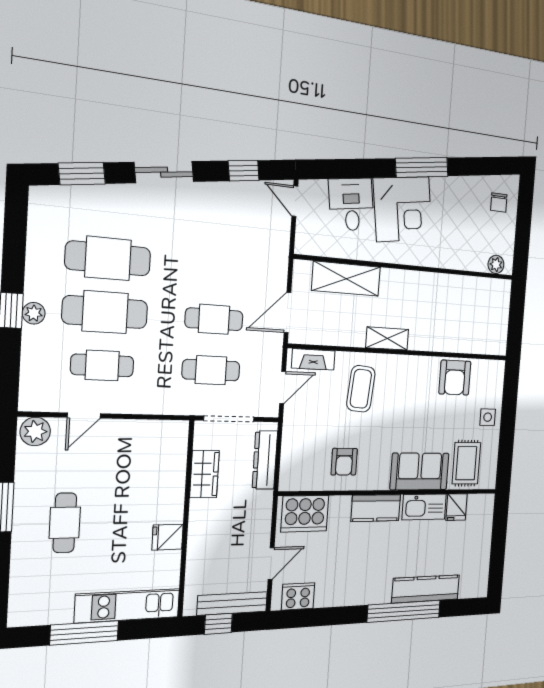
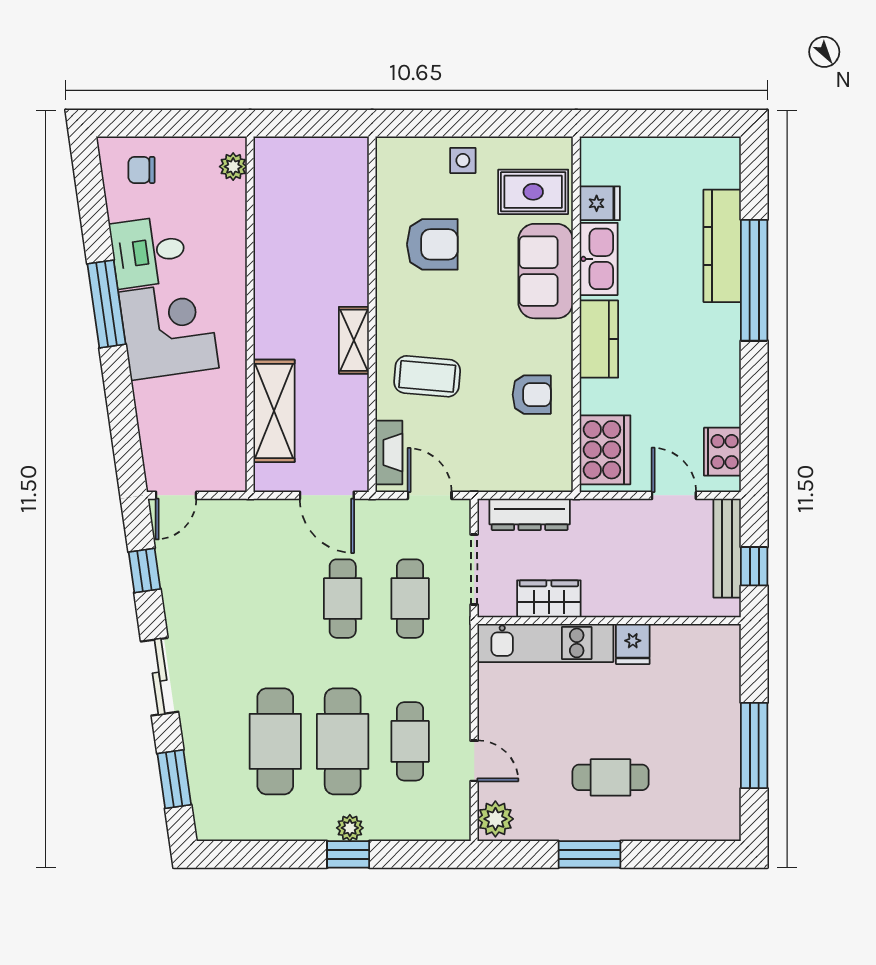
chair: (499, 203) -> (142, 170), turned 180
desk: (351, 204) -> (148, 252), moved
armchair: (455, 378) -> (432, 244), moved
kitchen unit: (128, 606) -> (546, 643), moved, turned -90

